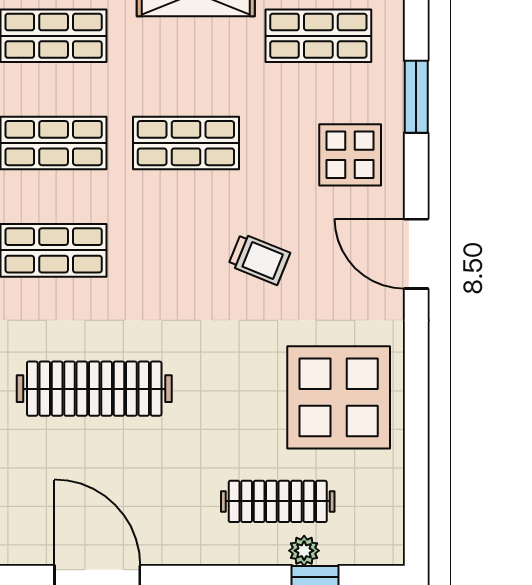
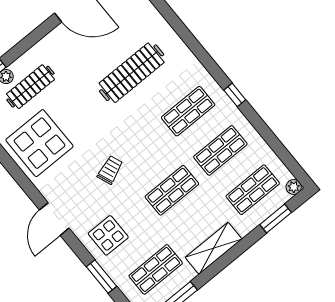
door: (416, 254) -> (54, 219), swing flipped
trolley: (259, 259) -> (110, 170), turned 137

